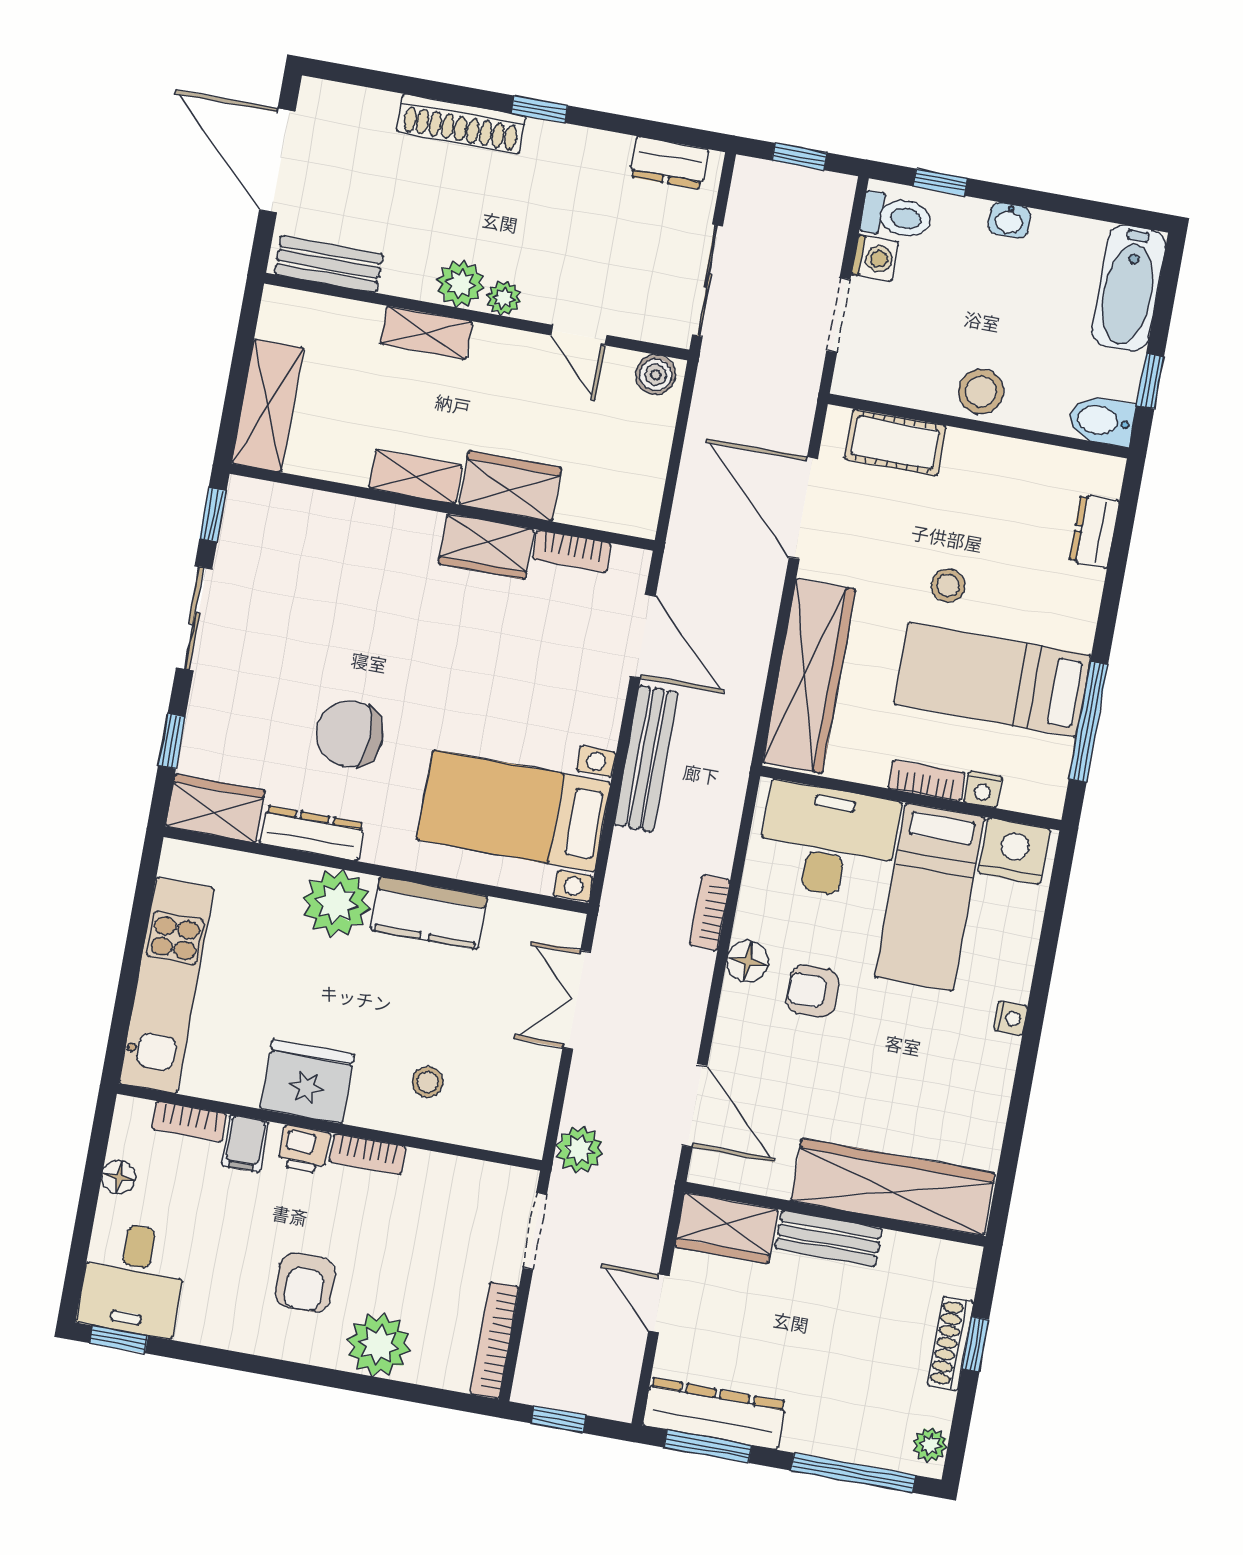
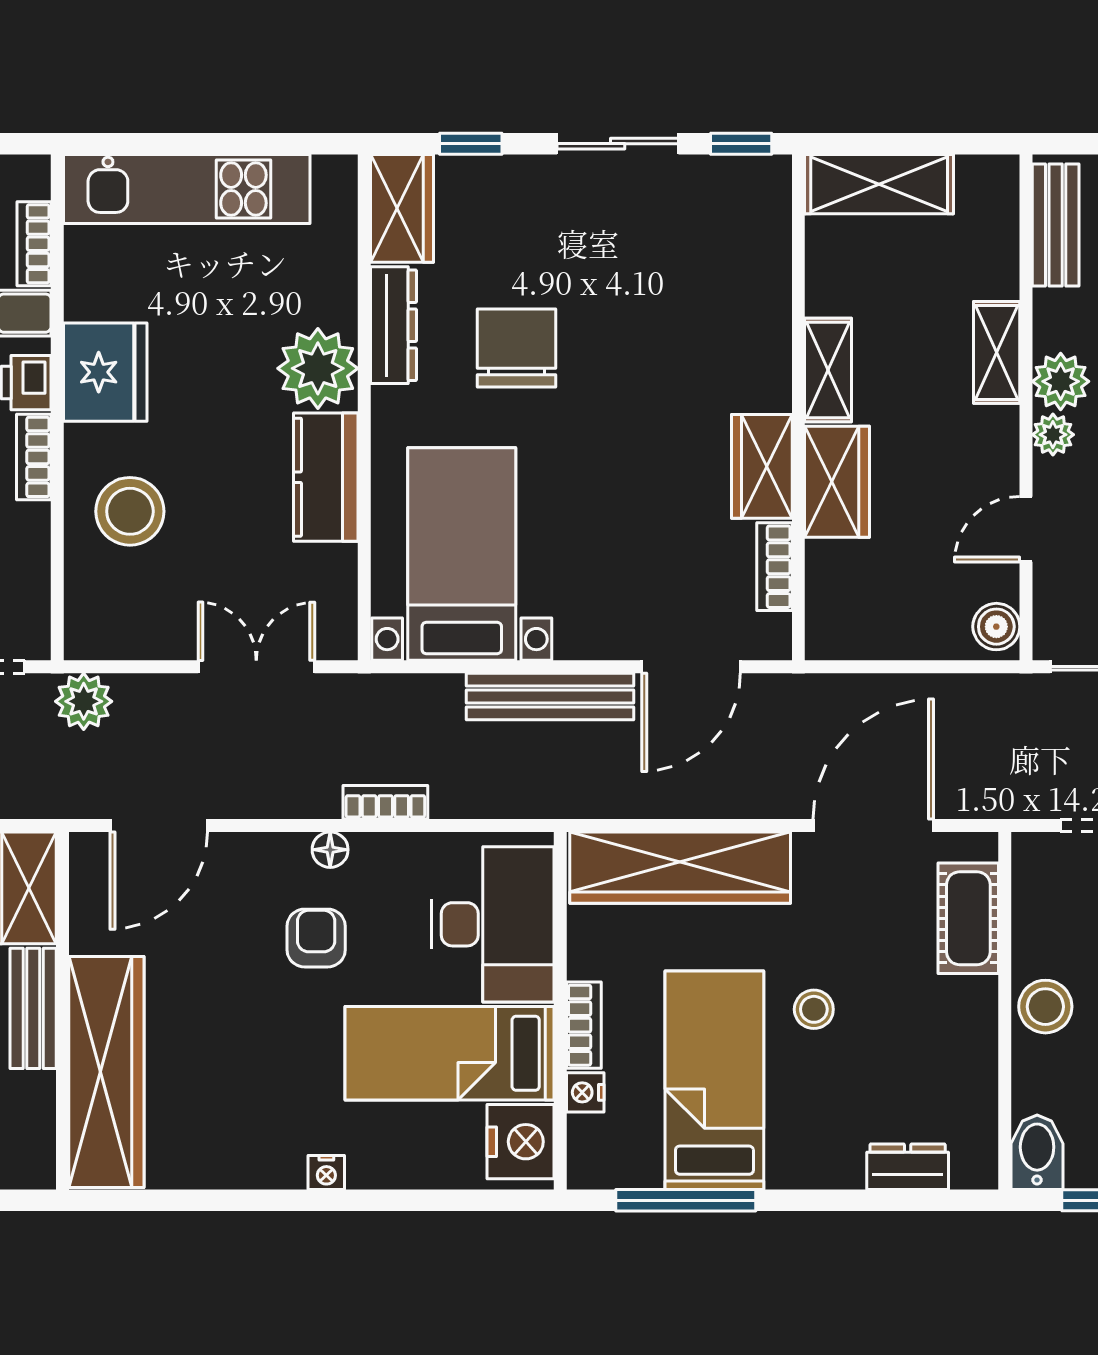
floor lamp: (748, 961) -> (330, 850), width x0.73, depth x0.73
stool: (427, 1082) -> (130, 511), width x1.89, depth x1.89

